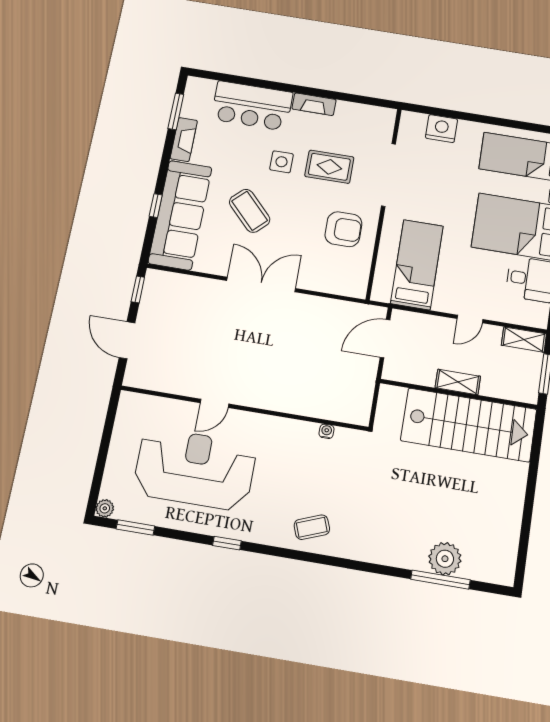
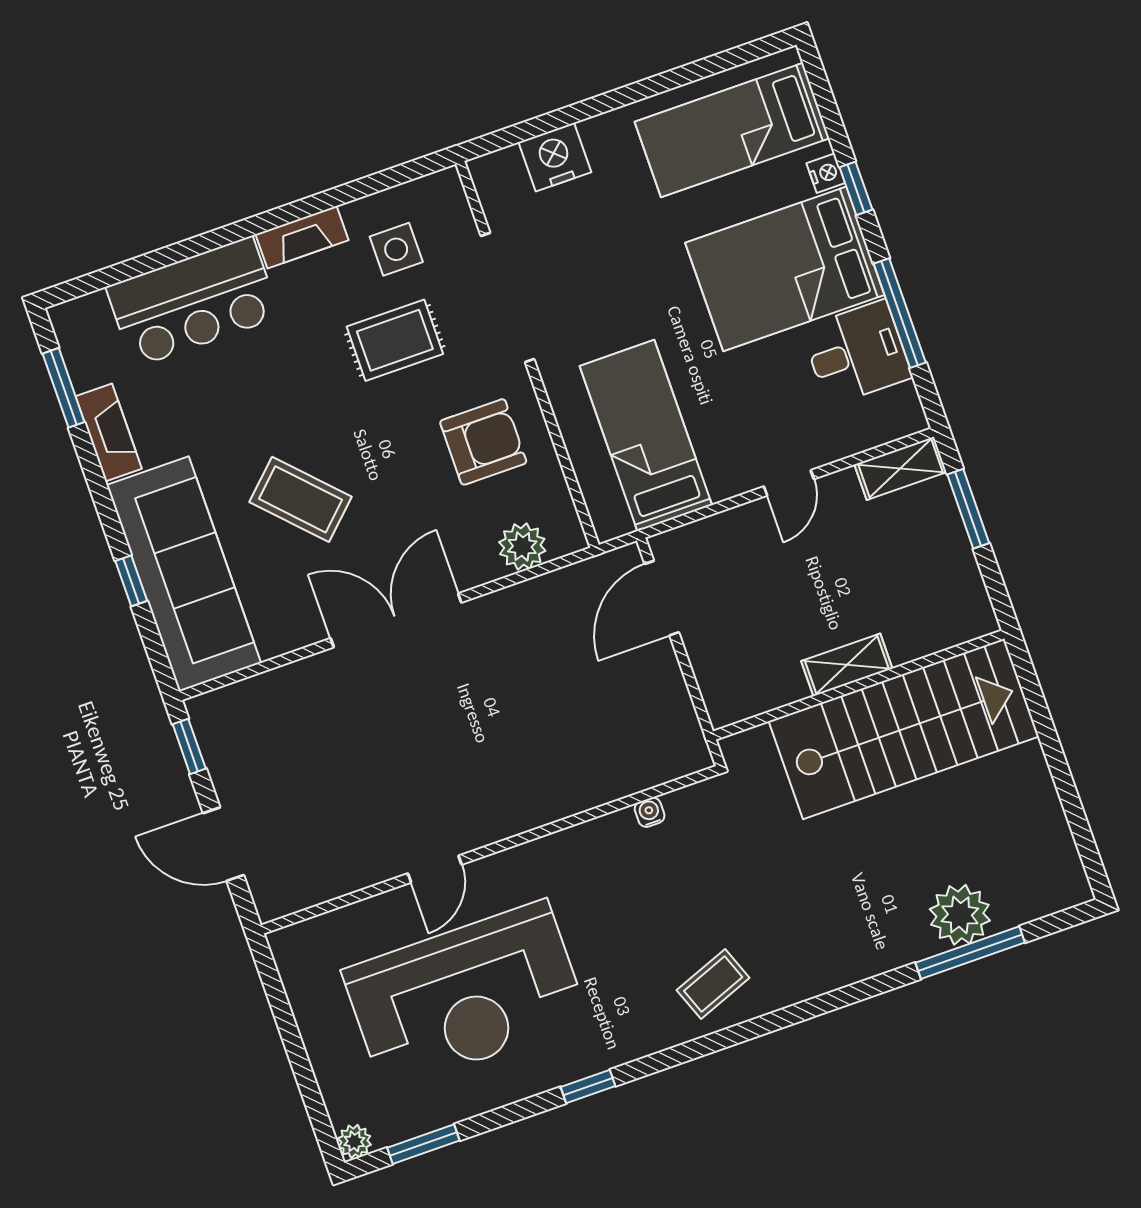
side table: (282, 162) -> (396, 249), moved
plant: (335, 283) -> (522, 547), added
shelving: (458, 382) -> (847, 665), moved
wall: (459, 394) -> (859, 685), moved
stairs: (469, 425) -> (904, 729), moved
reception desk: (195, 469) -> (465, 996), turned 180

